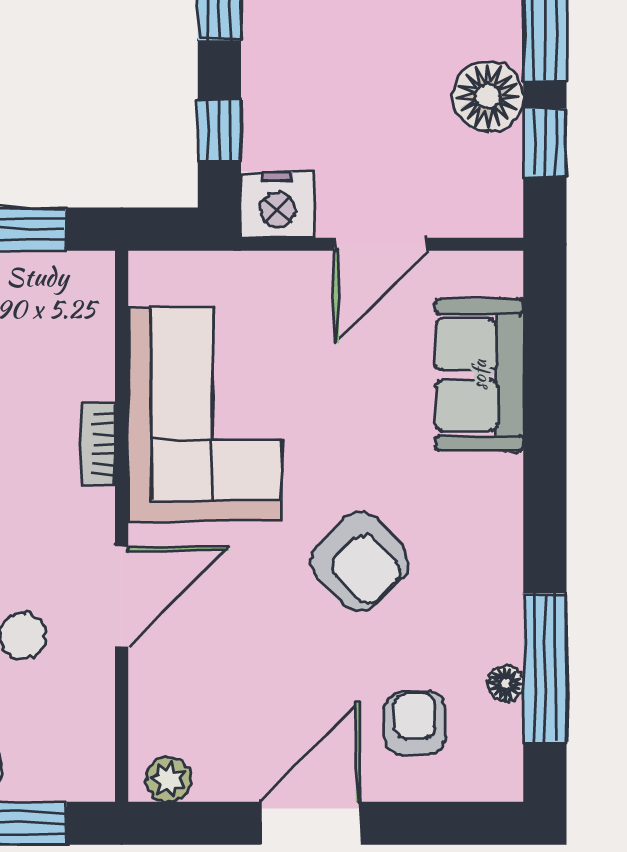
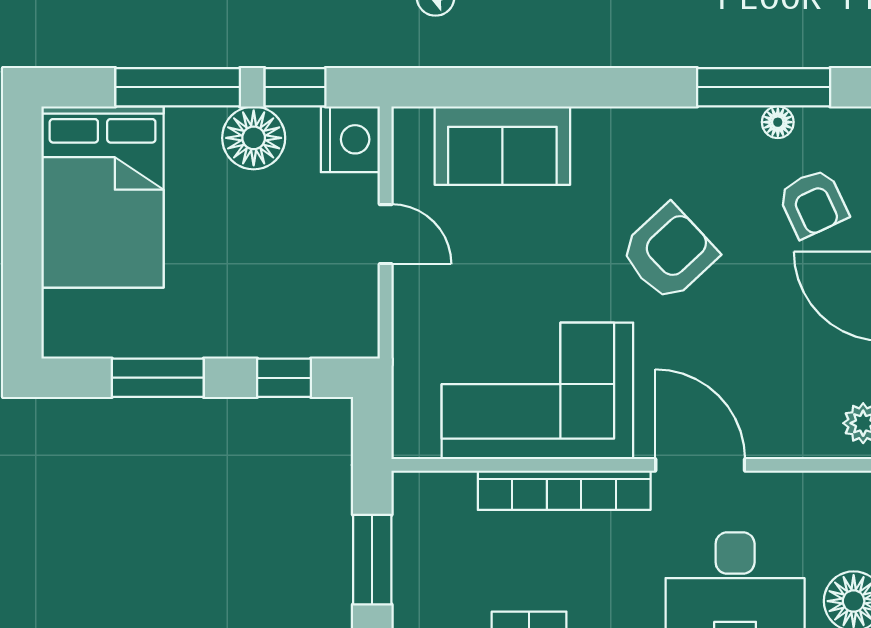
nightstand: (278, 205) -> (350, 139), moved
door: (380, 244) -> (386, 234), width x0.73
bookcase: (98, 444) -> (564, 490), width x2.31, depth x1.31
armchair: (415, 723) -> (813, 203), turned -115

